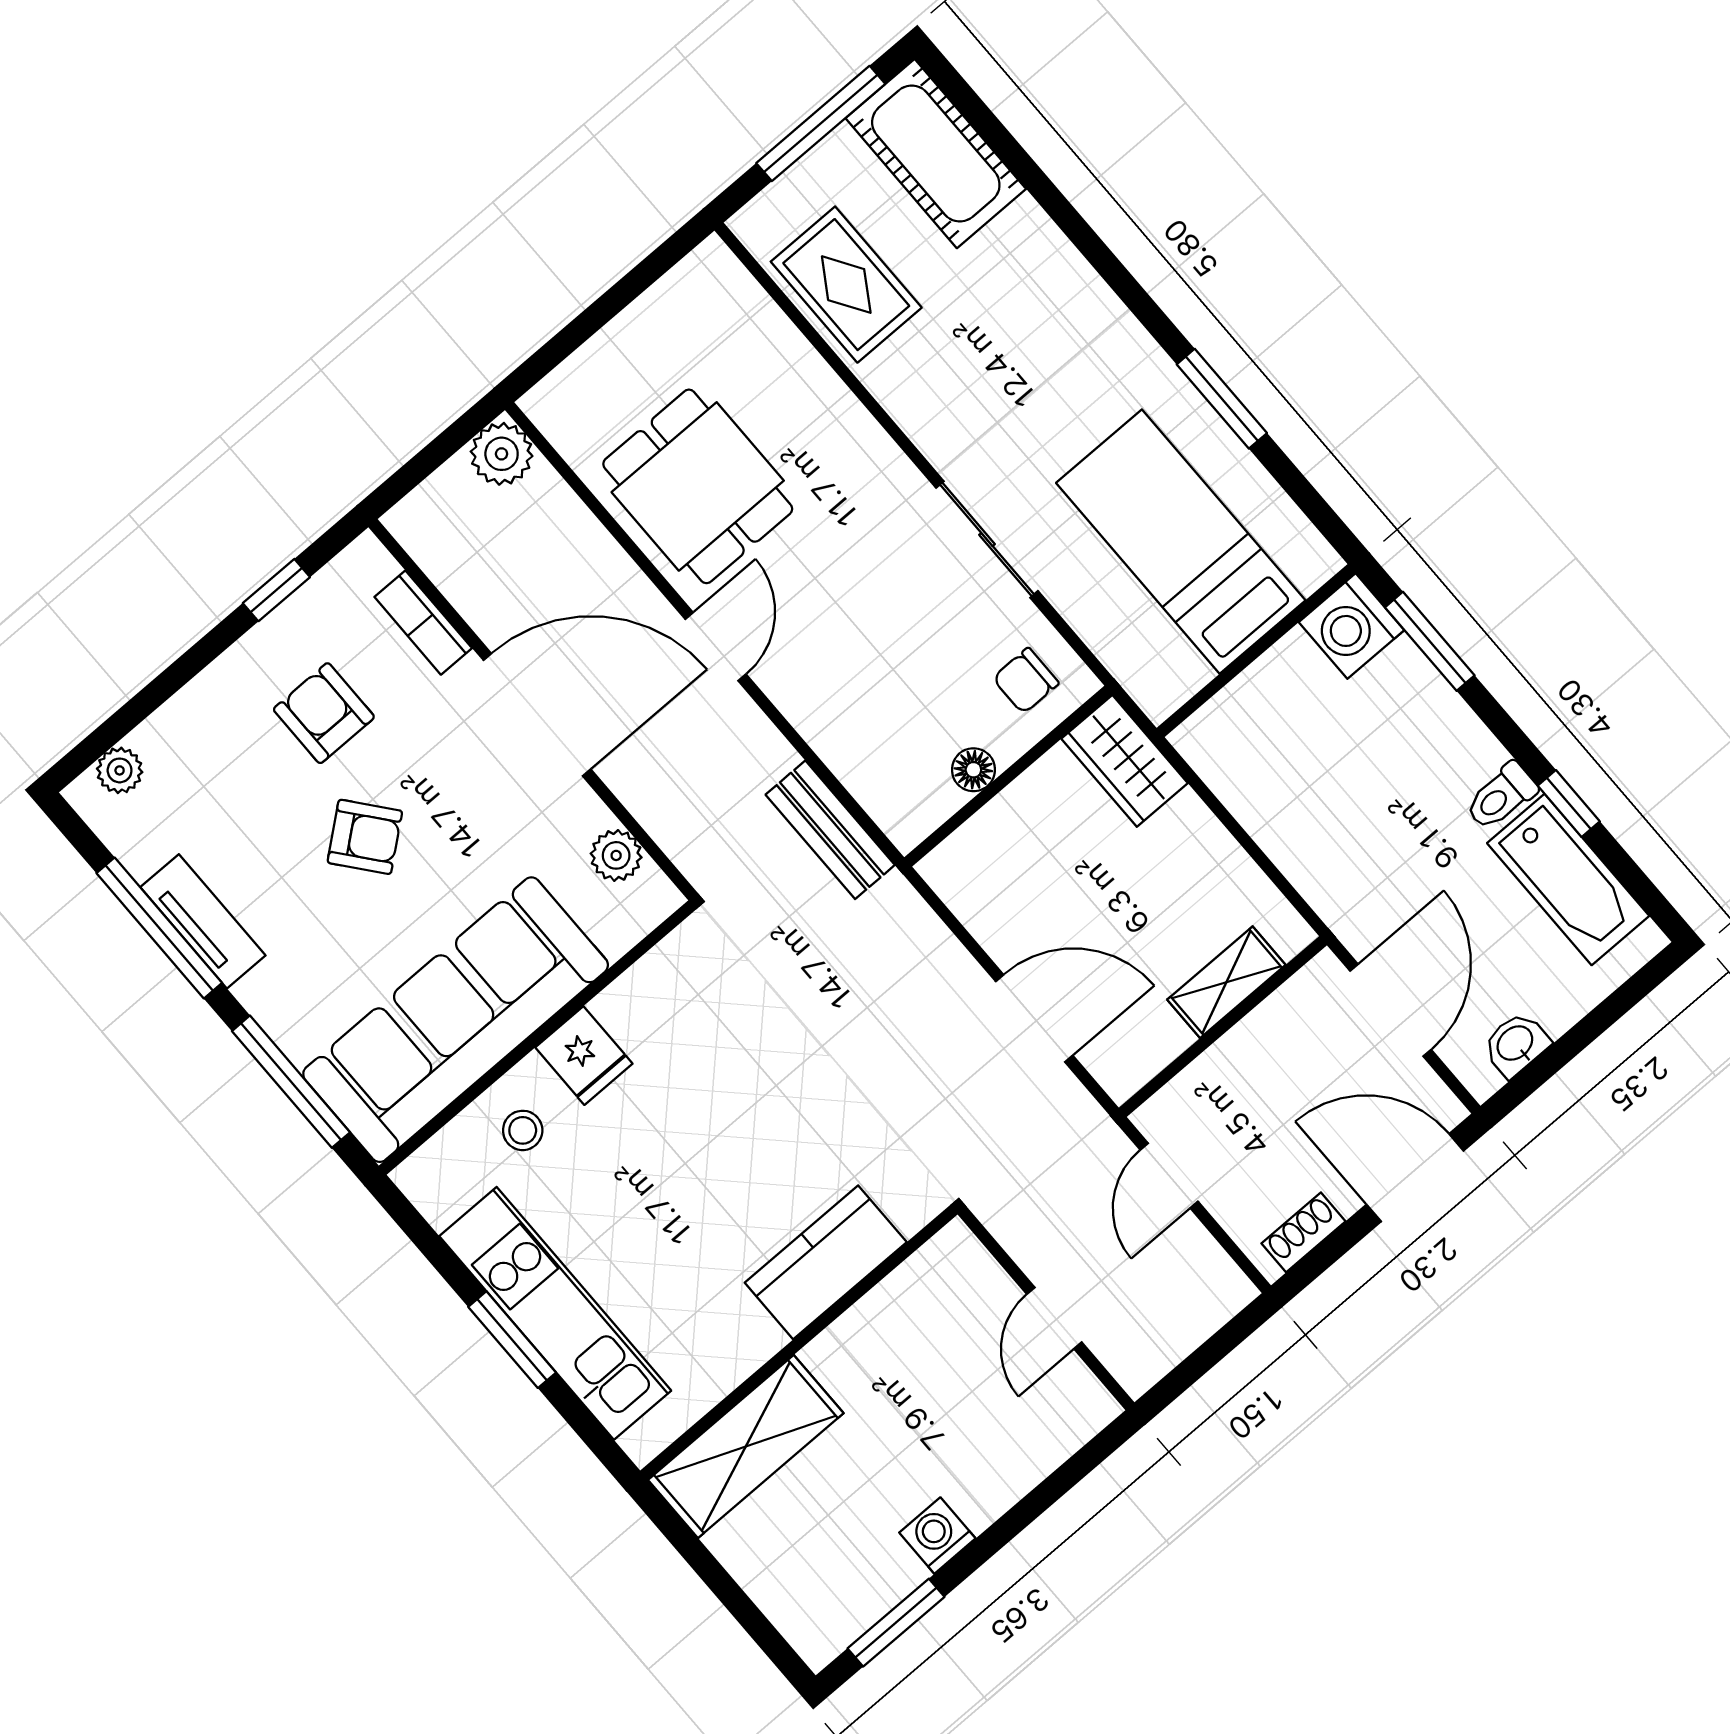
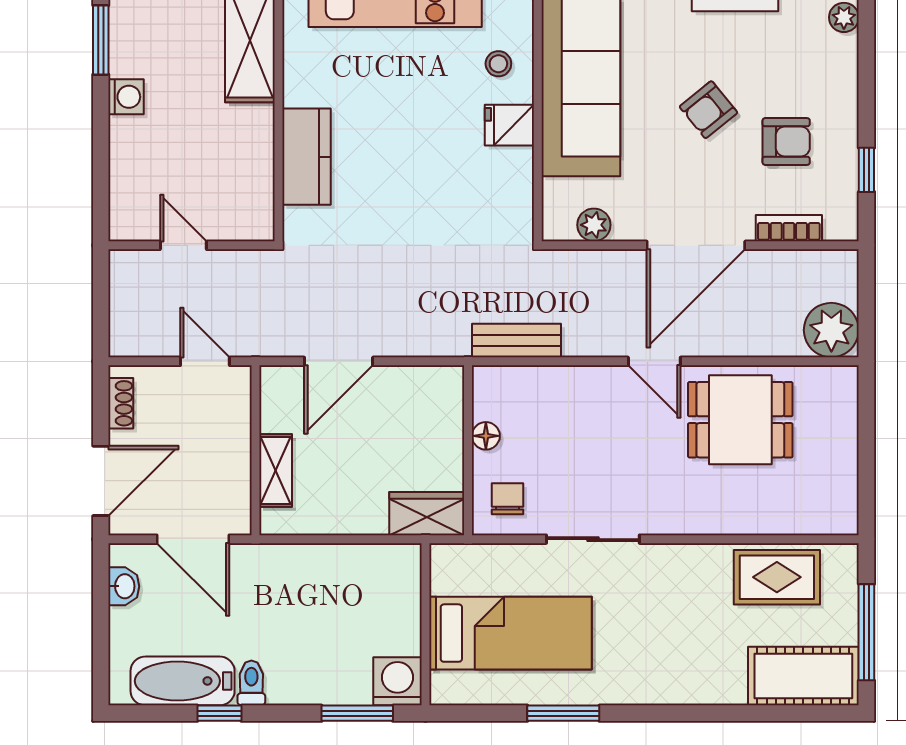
plant: (502, 454) -> (831, 330), width x1.36, depth x1.36

